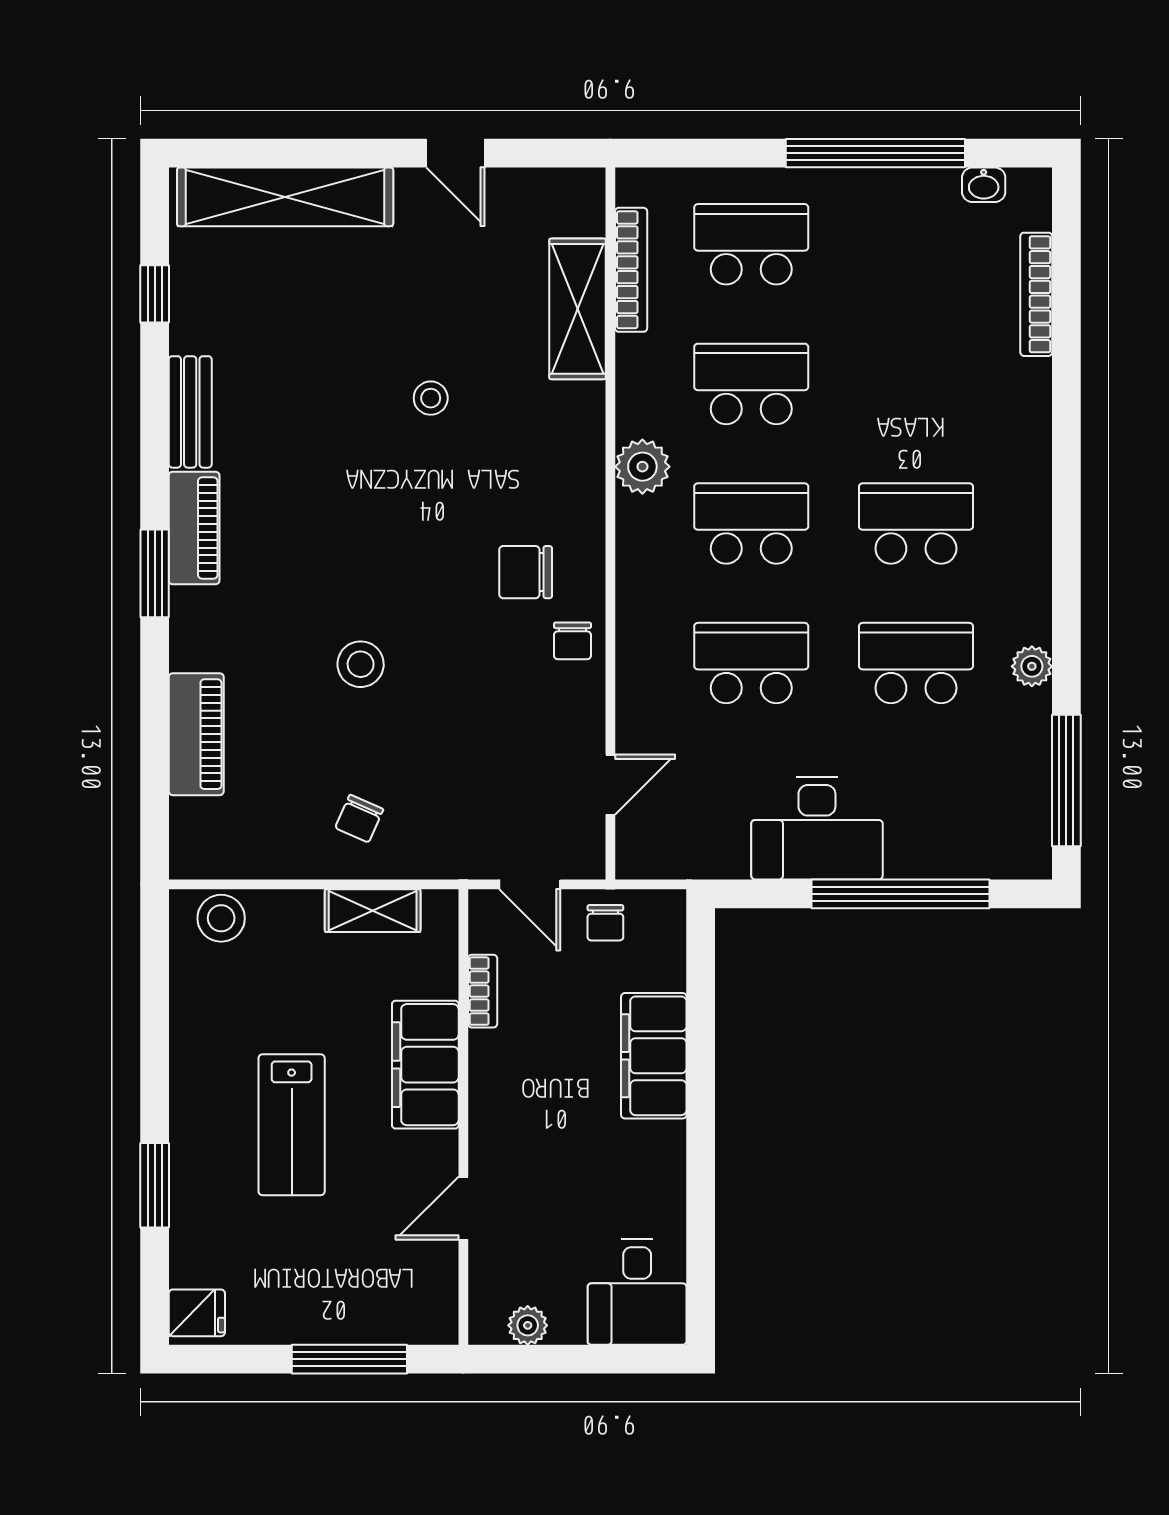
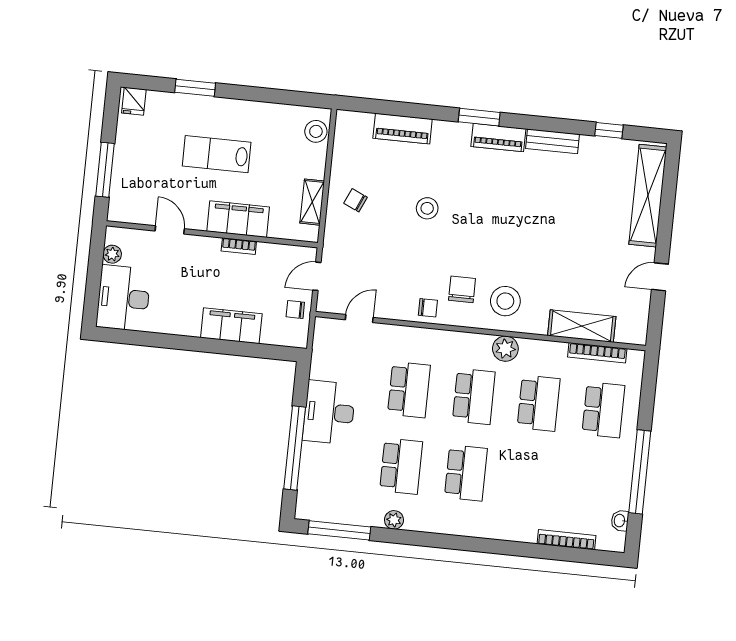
stool: (431, 398) -> (505, 301), moved, width x1.89, depth x1.89
chair: (572, 641) -> (428, 308), turned 180
door: (610, 785) -> (359, 319), swing flipped
bookcase: (483, 991) -> (239, 246), moved
desk: (637, 1292) -> (123, 298), width x1.37

